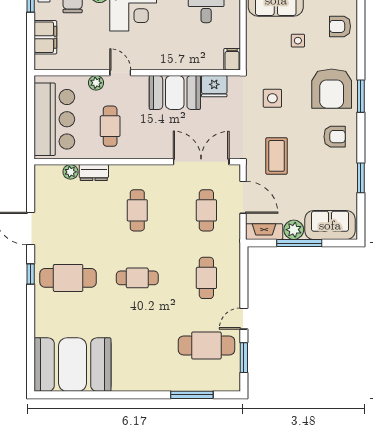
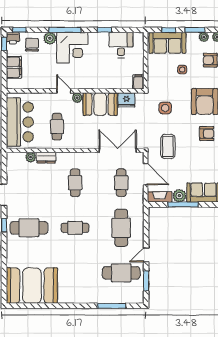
plant: (96, 83) -> (77, 98), moved
cafe table: (206, 278) -> (121, 228), width x1.37, depth x1.35

